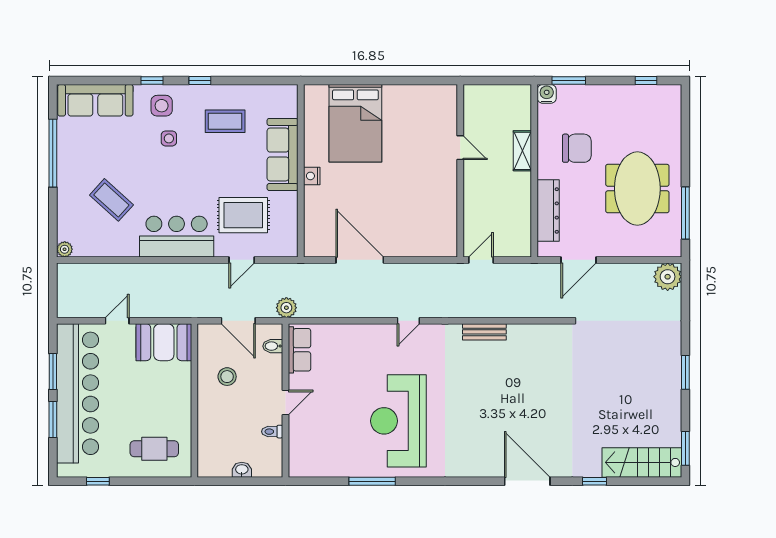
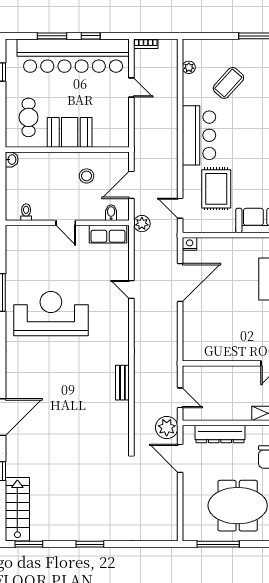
nightstand: (312, 176) -> (190, 244), moved
plant: (65, 249) -> (189, 67), moved
door: (242, 260) -> (180, 208), moved
door: (481, 260) -> (180, 398), moved
plant: (668, 277) -> (167, 428), moved
bookcase: (63, 303) -> (146, 44), added
door: (408, 321) -> (131, 289), moved
booth: (164, 342) -> (70, 132), moved, turned 90
window: (53, 371) -> (91, 36), width x0.67
toilet: (272, 432) -> (26, 212), moved
washbasin: (242, 470) -> (12, 160), moved

